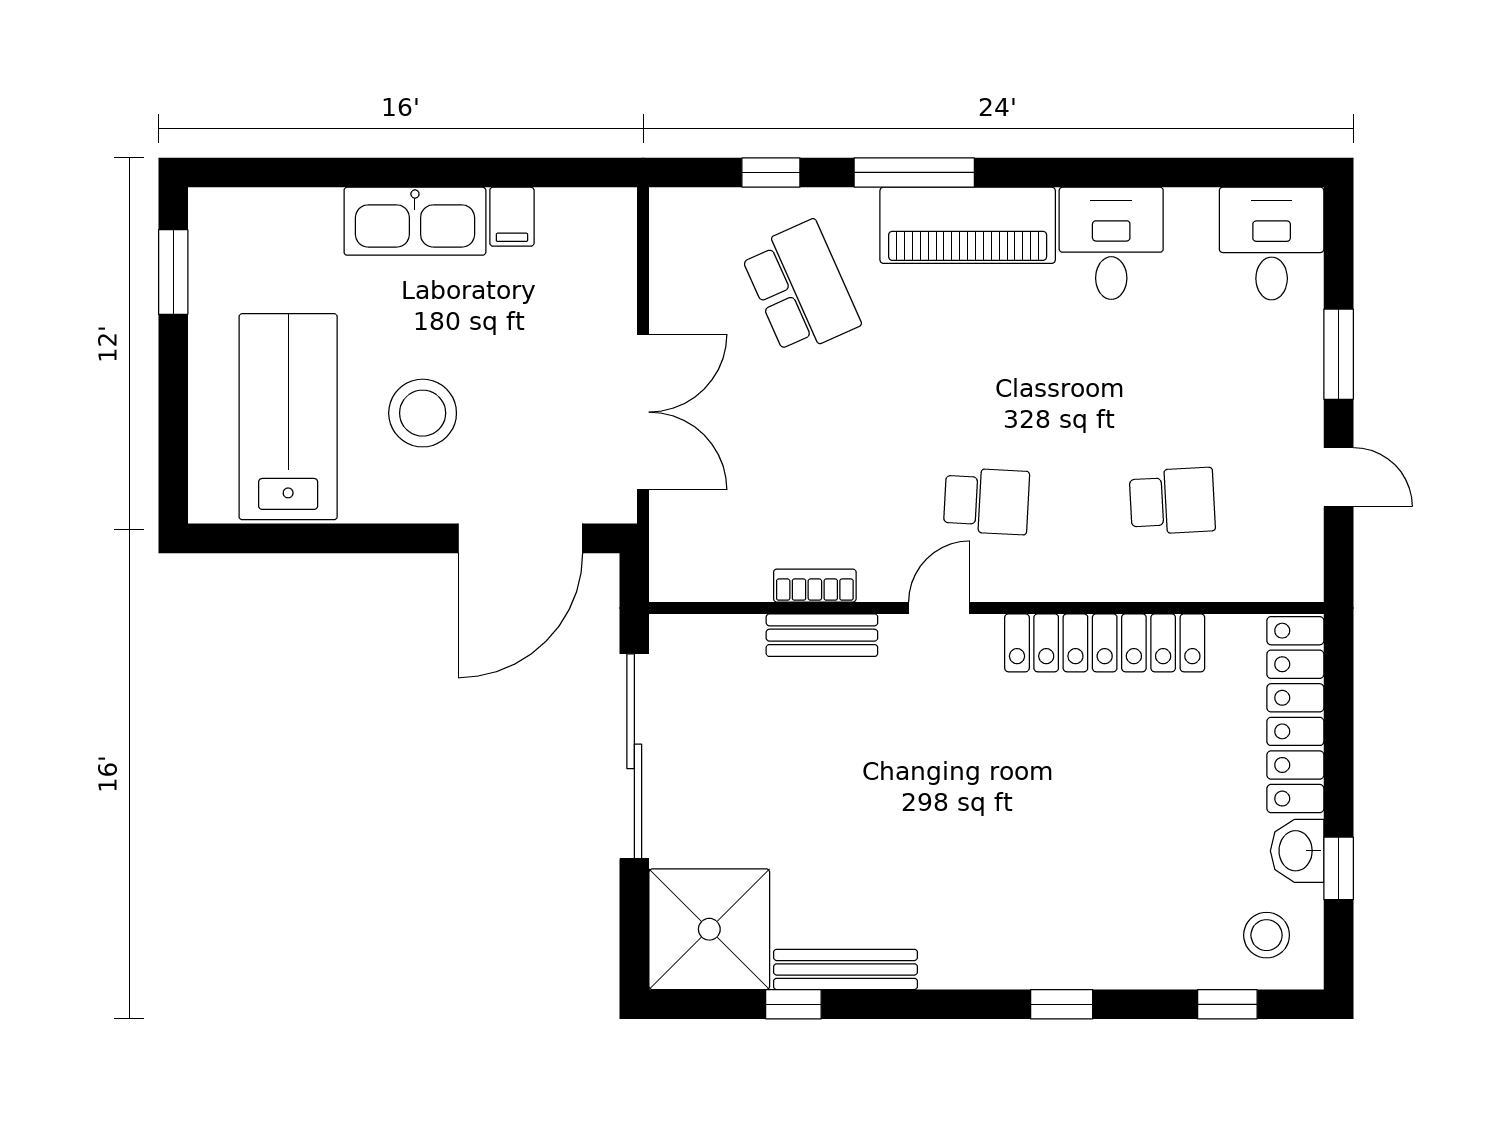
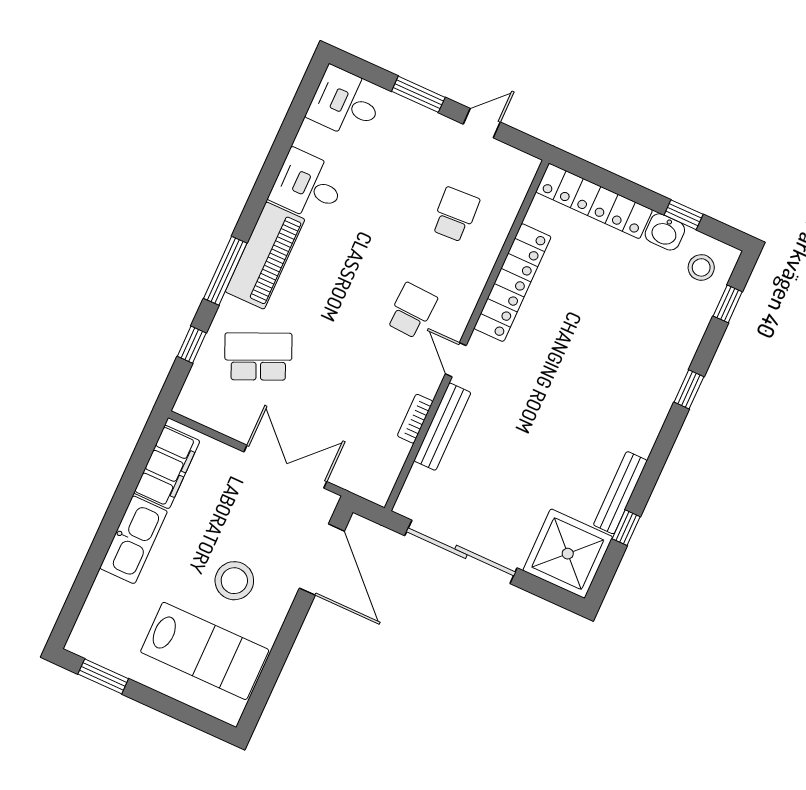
filing cabinet: (512, 217) -> (167, 467), width x3.00, depth x1.17
lab bench: (288, 417) -> (205, 651), turned 180
bench: (822, 635) -> (442, 427), width x1.36

